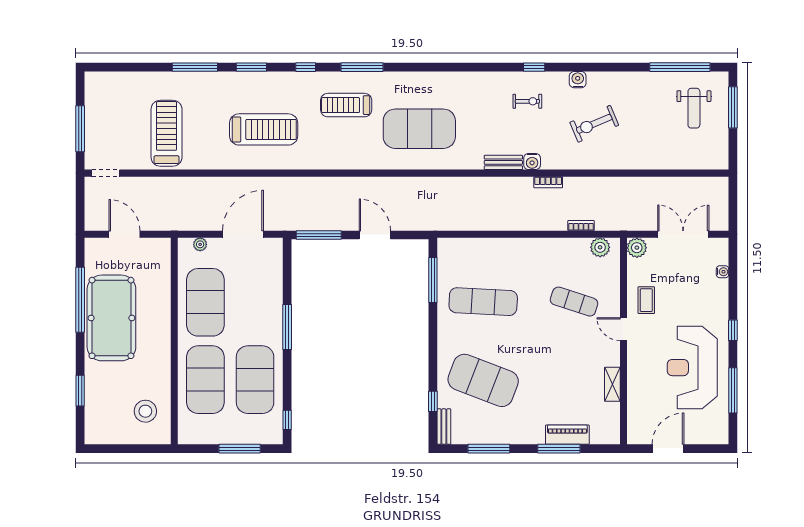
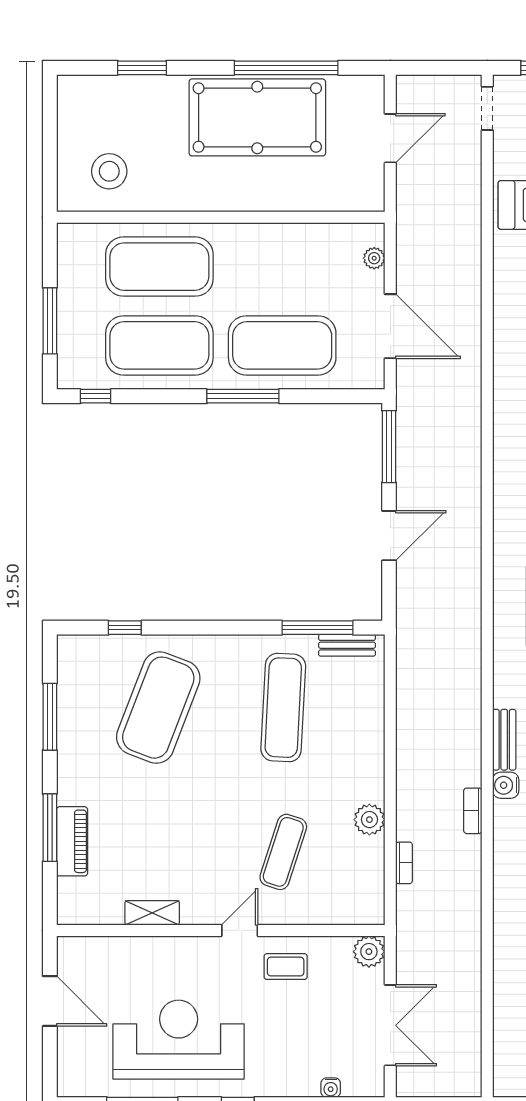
plant: (600, 247) -> (369, 820), moved
exercise mat: (205, 302) -> (282, 345), moved
bench: (444, 427) -> (347, 645), moved

